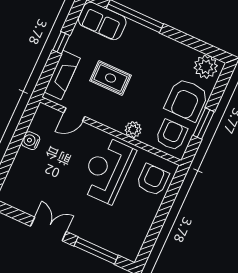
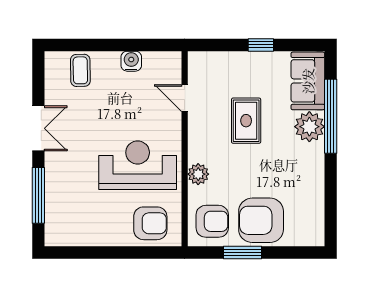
plant: (206, 67) -> (309, 127), moved
fireplace: (62, 75) -> (224, 63), removed
coffee table: (21, 180) -> (80, 70), added

